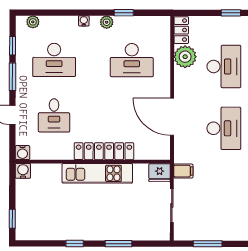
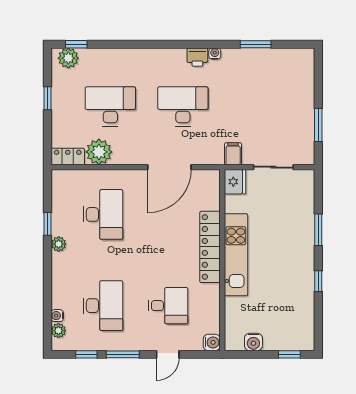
water cooler: (84, 21) -> (57, 316), moved
water cooler: (23, 171) -> (253, 342), moved, turned -90

